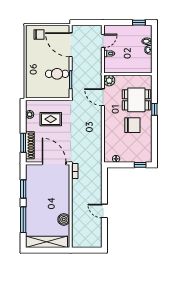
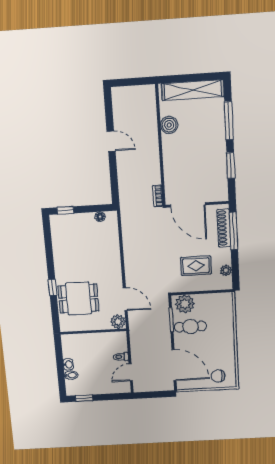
plant: (60, 91) -> (185, 304), added
chair: (132, 125) -> (81, 264), removed
window: (23, 143) -> (234, 231), width x1.44

